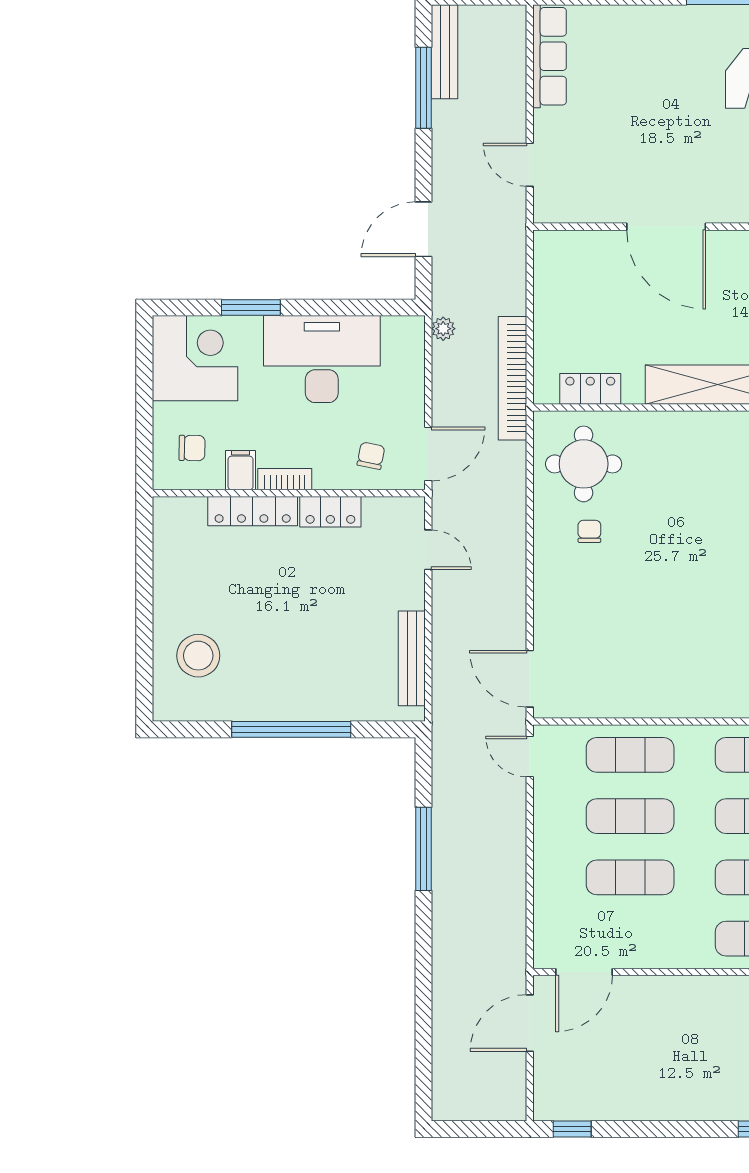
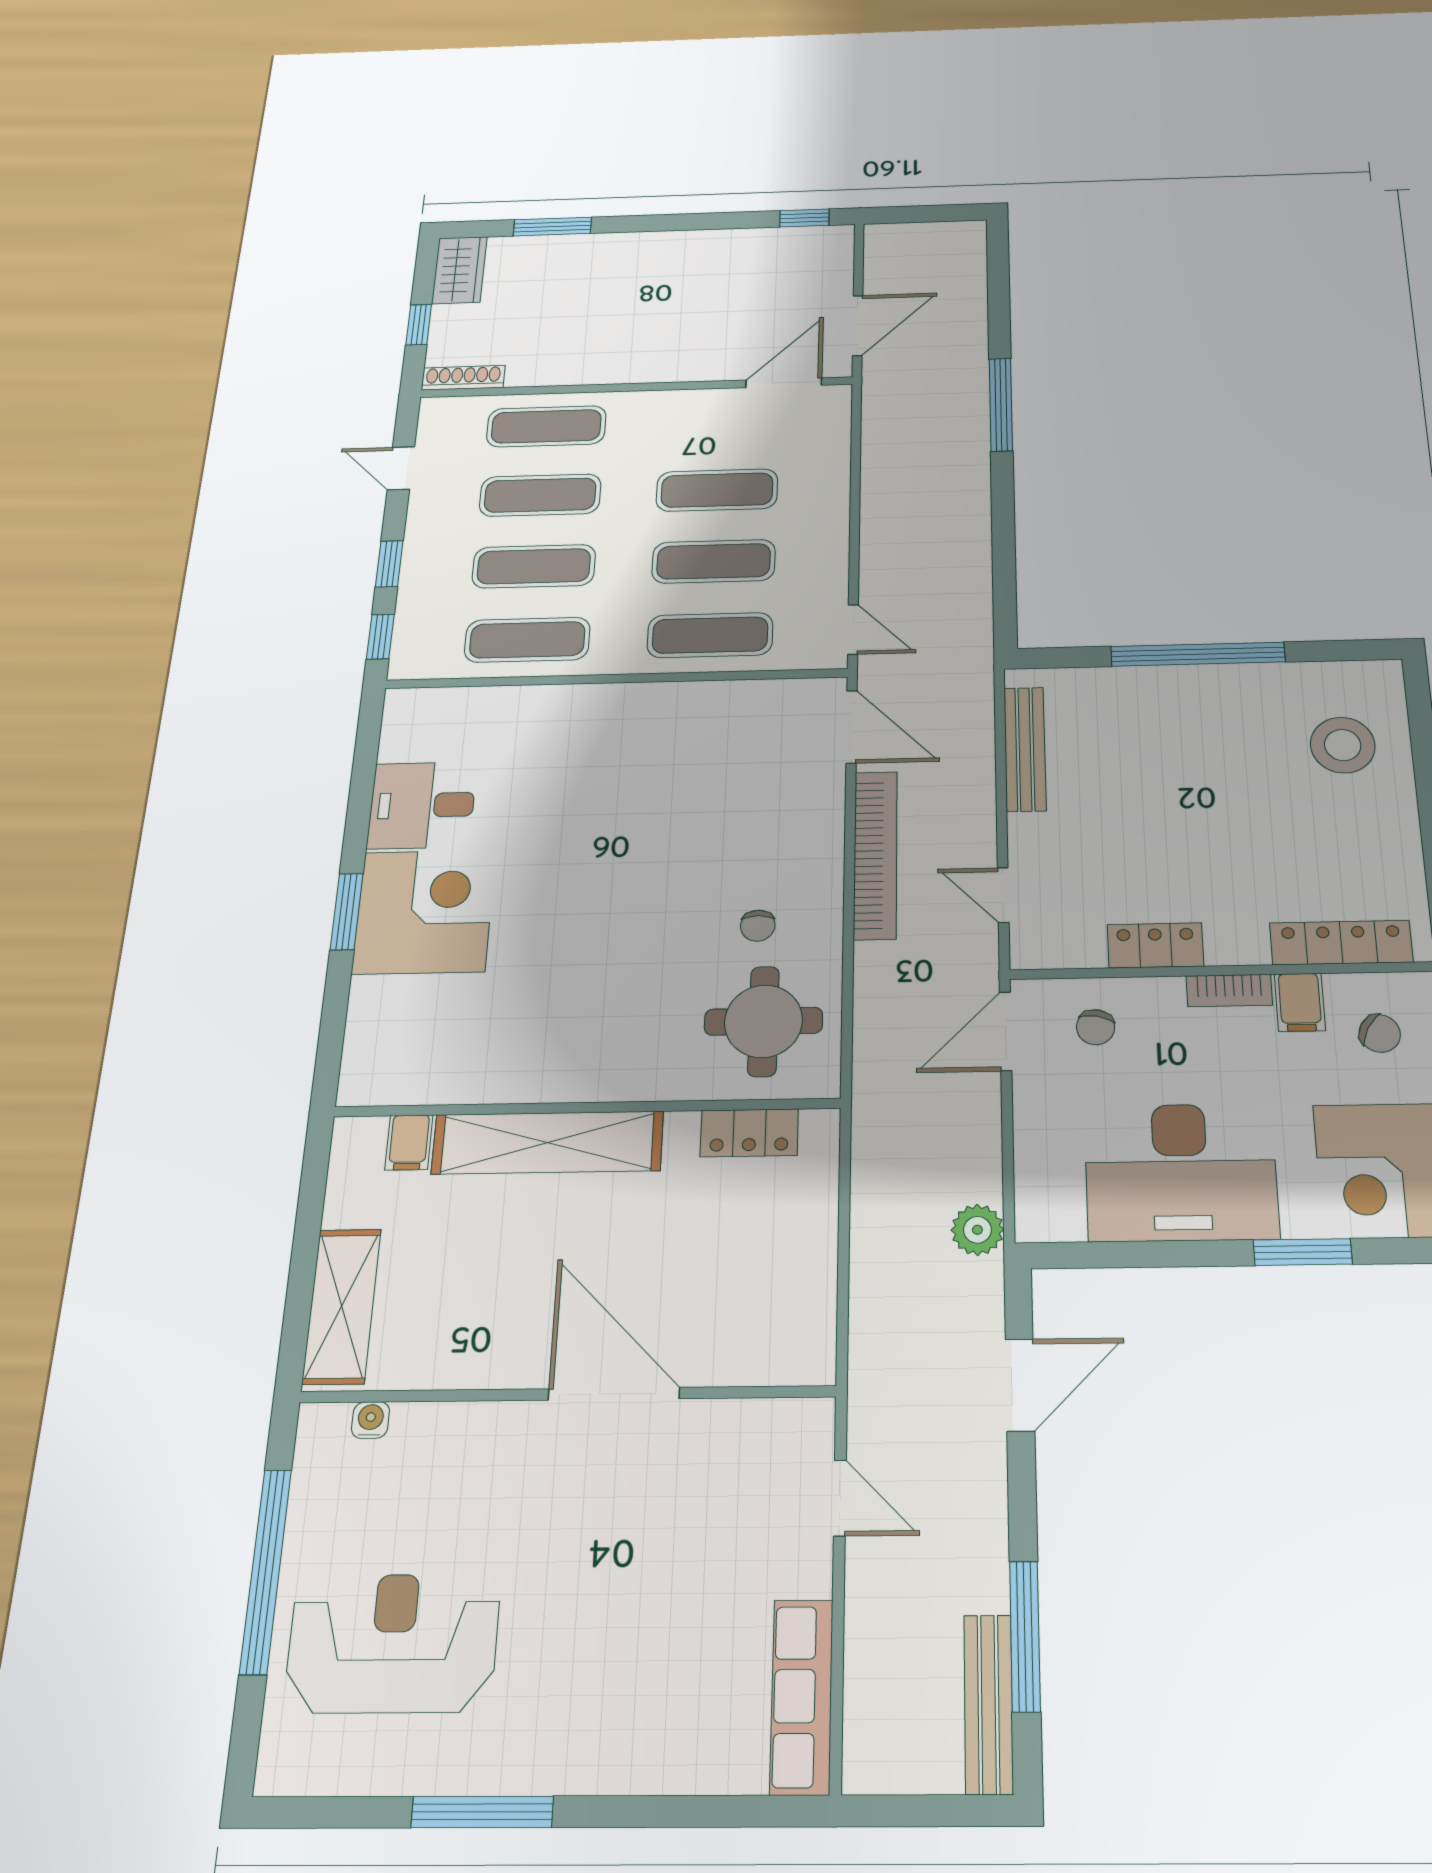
plant: (443, 329) -> (977, 1230), width x1.38, depth x1.38
bookcase: (512, 378) -> (875, 855), moved
chair: (192, 448) -> (1380, 1033), turned -152
locker: (253, 511) -> (1341, 943), moved
window: (423, 849) -> (1001, 405), moved

